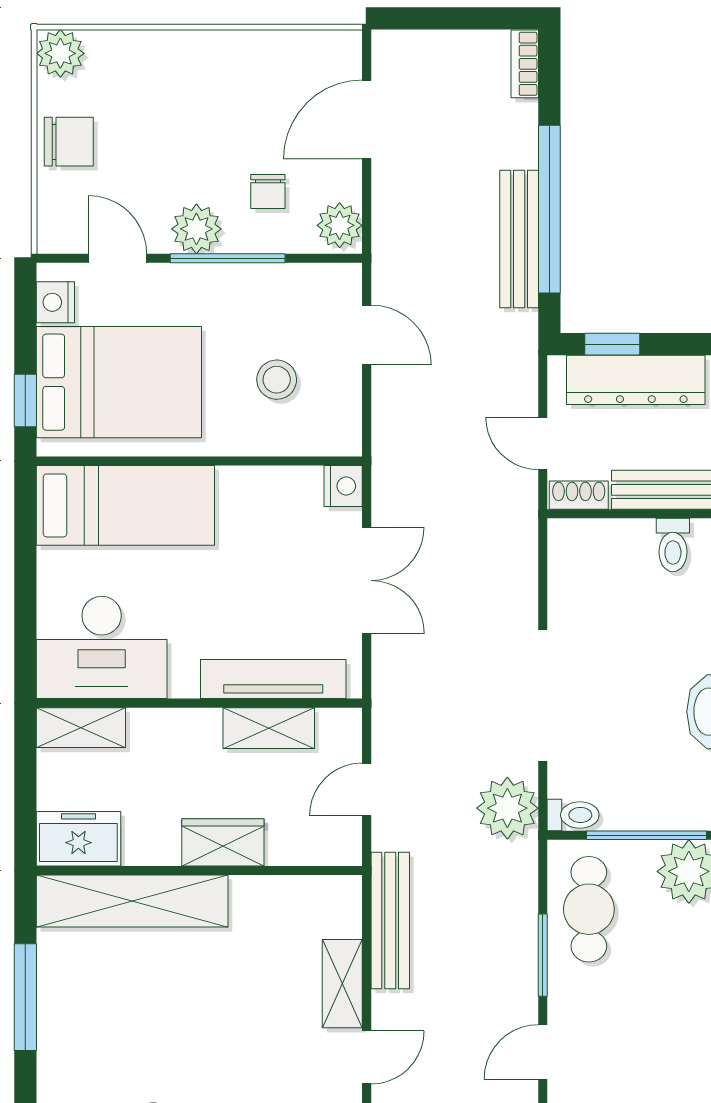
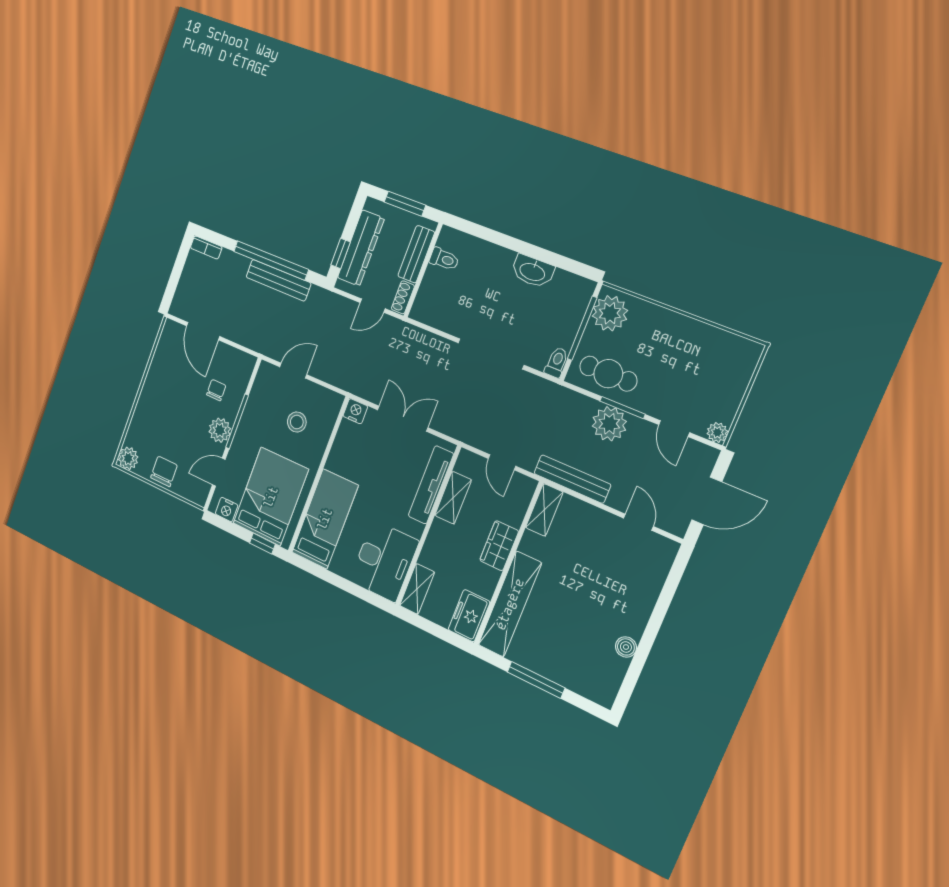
chair: (268, 191) -> (216, 390), turned -90
plant: (340, 225) -> (242, 363), removed
plant: (507, 808) -> (609, 424), moved
shelving: (342, 984) -> (544, 510), moved, turned 90

